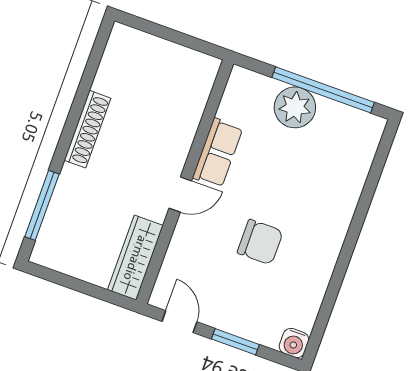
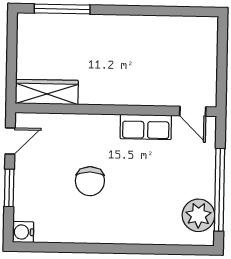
plant: (295, 107) -> (198, 215), moved
shoe rack: (88, 129) -> (131, 24), removed
door: (180, 195) -> (193, 111), moved

